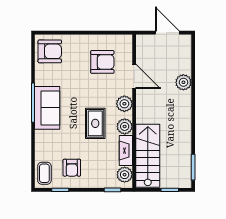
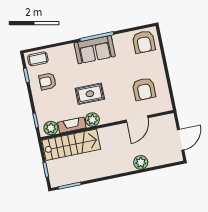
plant: (124, 104) -> (112, 115), removed

